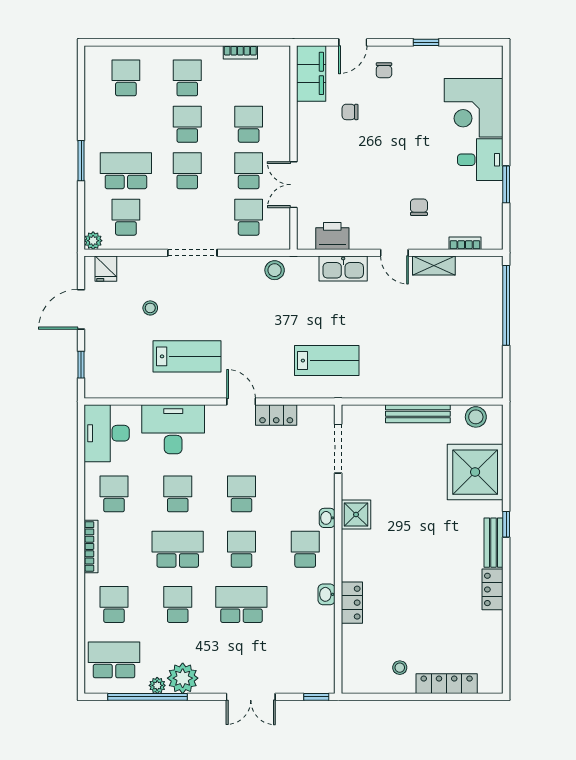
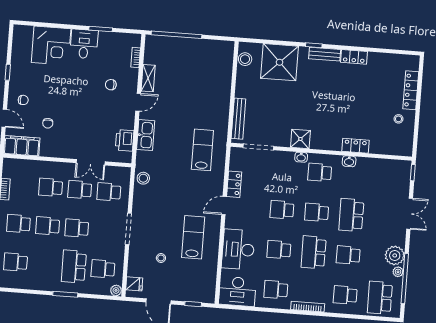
bench: (418, 414) -> (238, 119), moved

